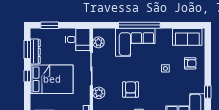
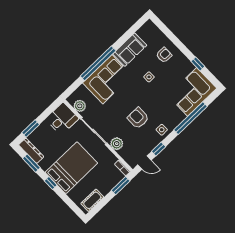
sofa: (187, 37) -> (130, 50), moved
dresser: (35, 52) -> (31, 151), moved

